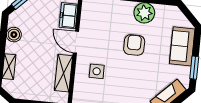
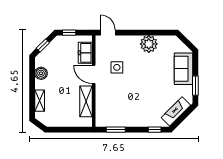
armchair: (134, 45) -> (143, 72), removed
side table: (97, 71) -> (117, 67), moved

